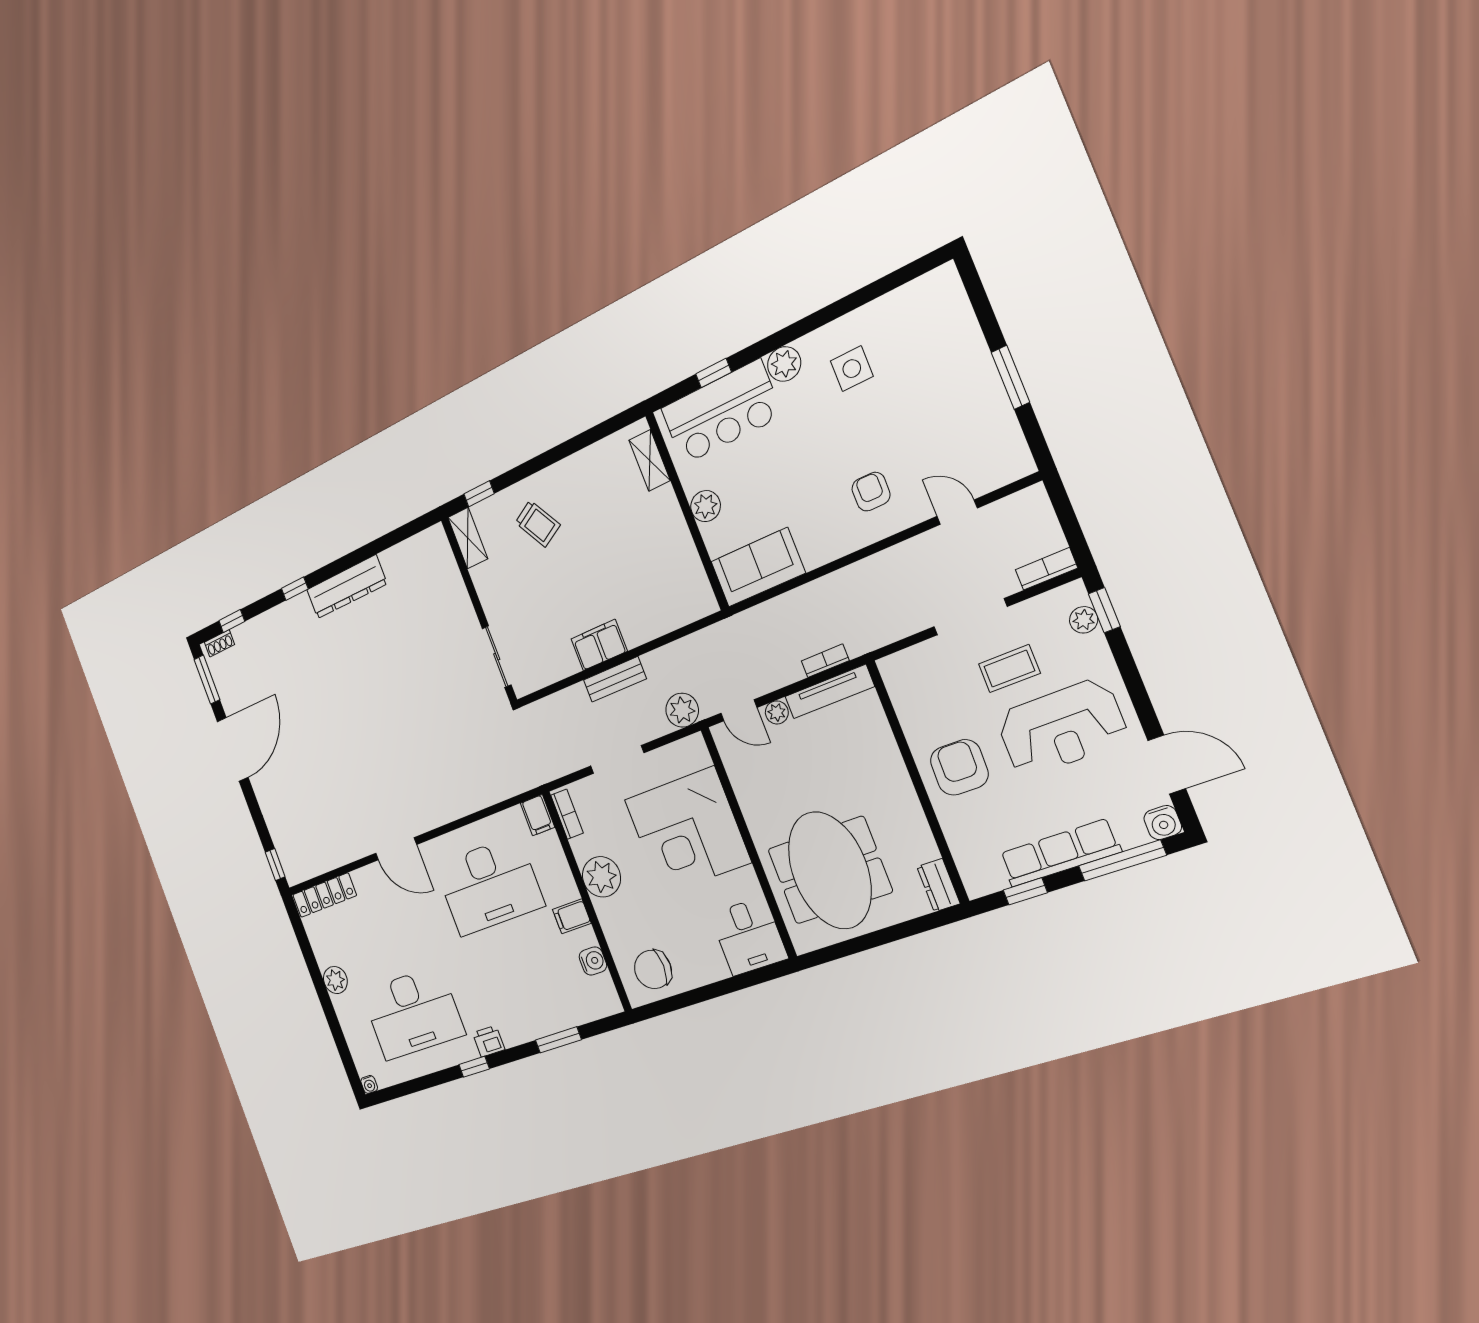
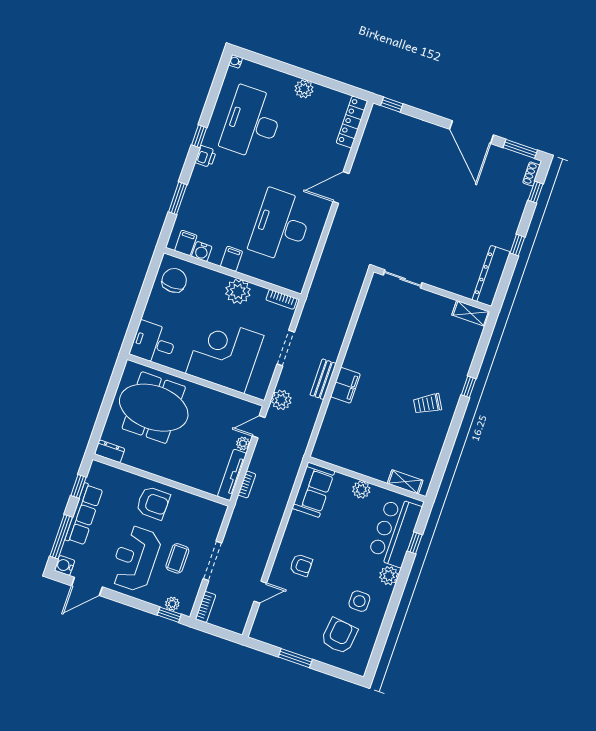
armchair: (924, 349) -> (339, 636), added
shelving: (468, 538) -> (471, 313), moved
wall: (479, 610) -> (432, 289), moved
sliding door: (497, 657) -> (403, 279), moved
filing cabinet: (537, 815) -> (186, 243), moved, turned 90

